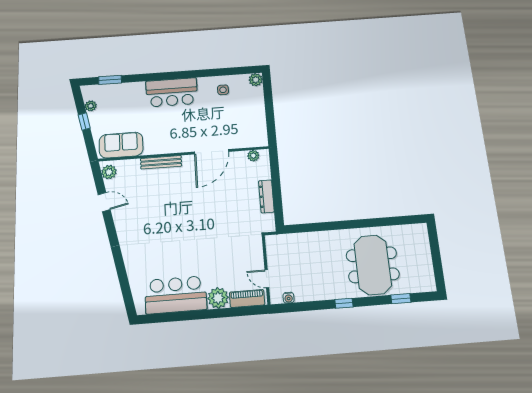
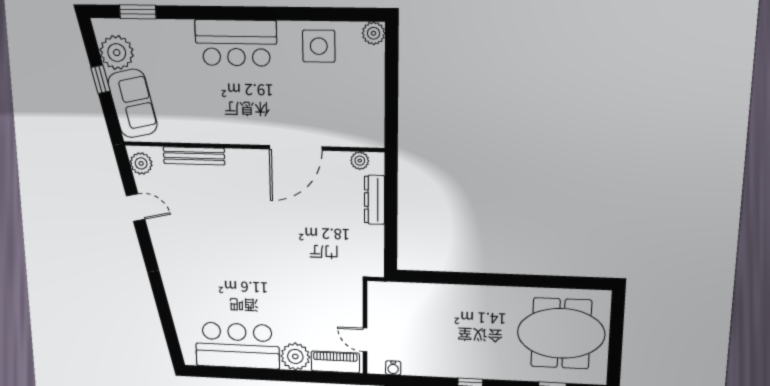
side table: (223, 90) -> (319, 46), width x1.87, depth x1.87
plant: (91, 106) -> (117, 53), width x1.88, depth x1.88
sofa: (121, 145) -> (133, 103), moved, turned 78
bench: (161, 162) -> (194, 156), moved
dresser: (266, 196) -> (374, 200), moved
meeting table: (373, 265) -> (561, 333), moved, turned 90

